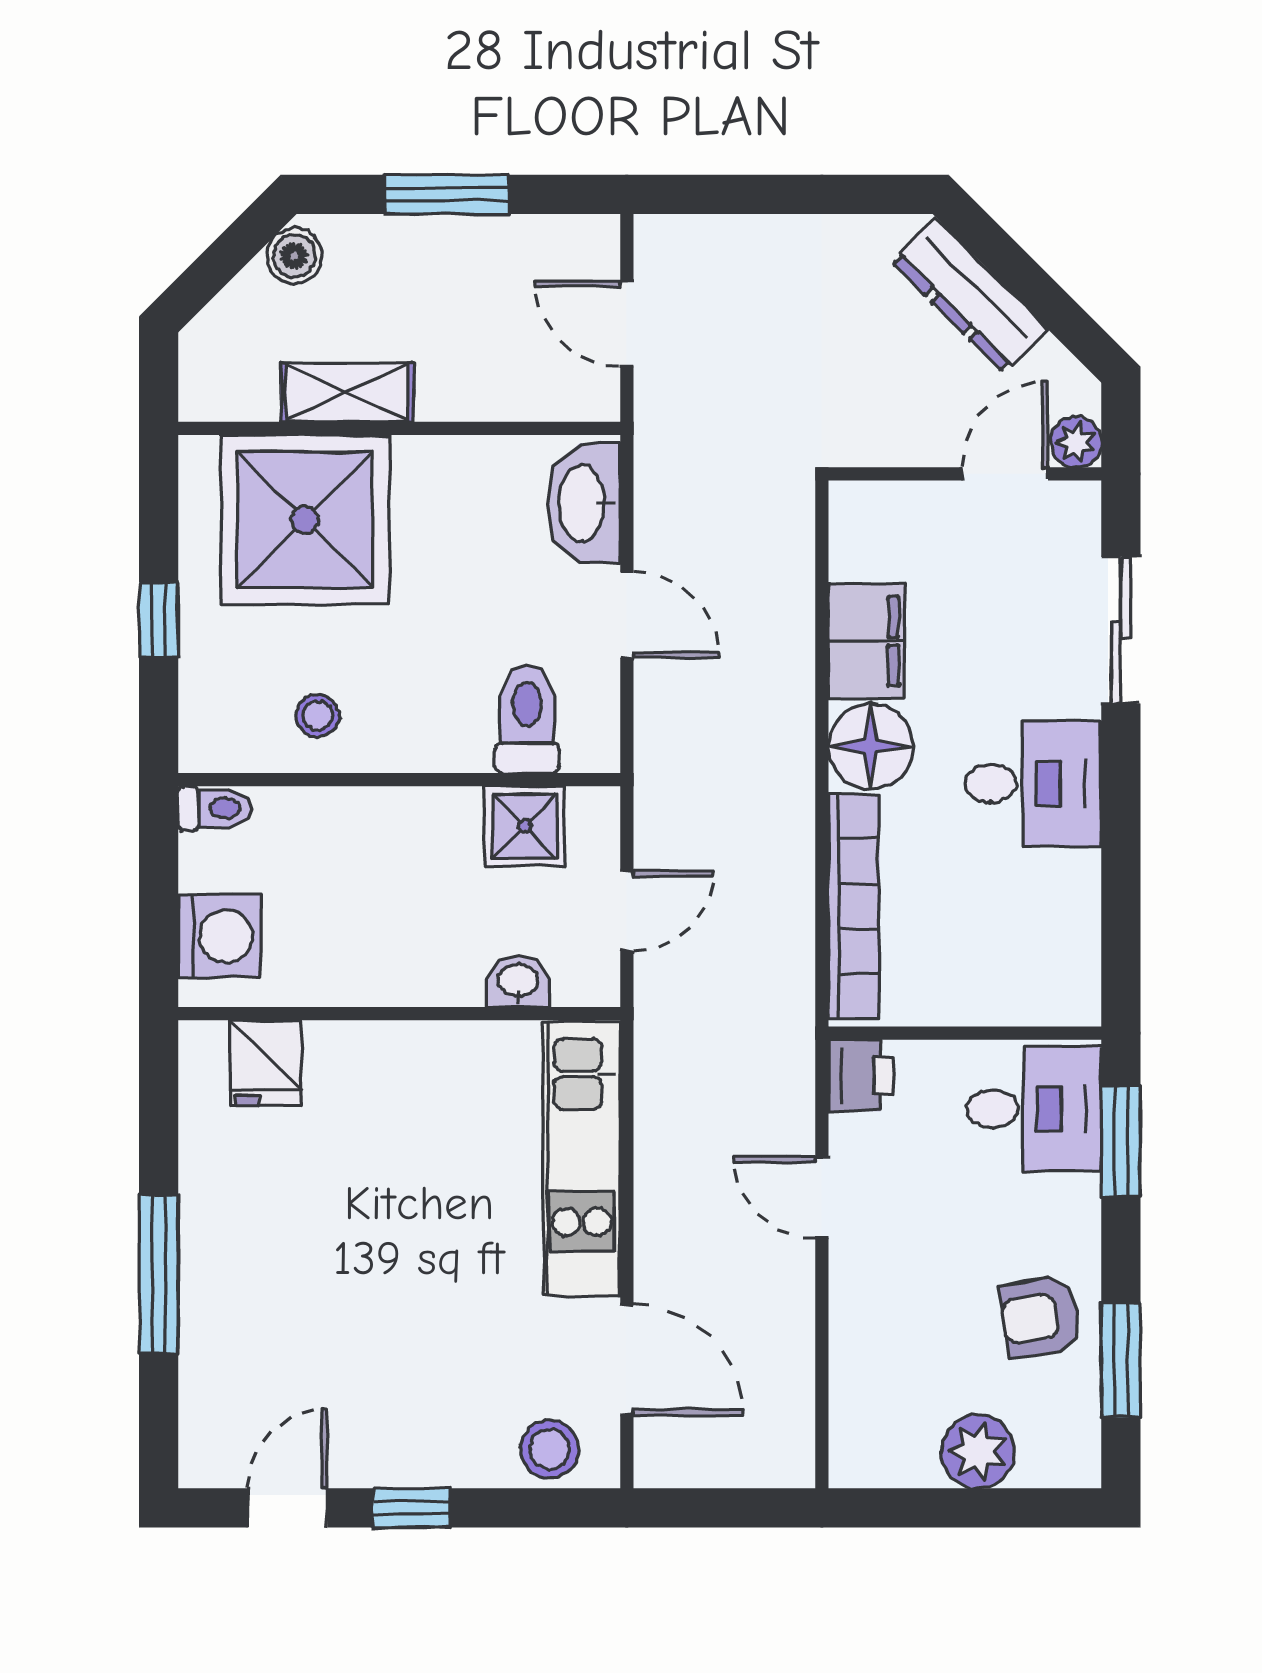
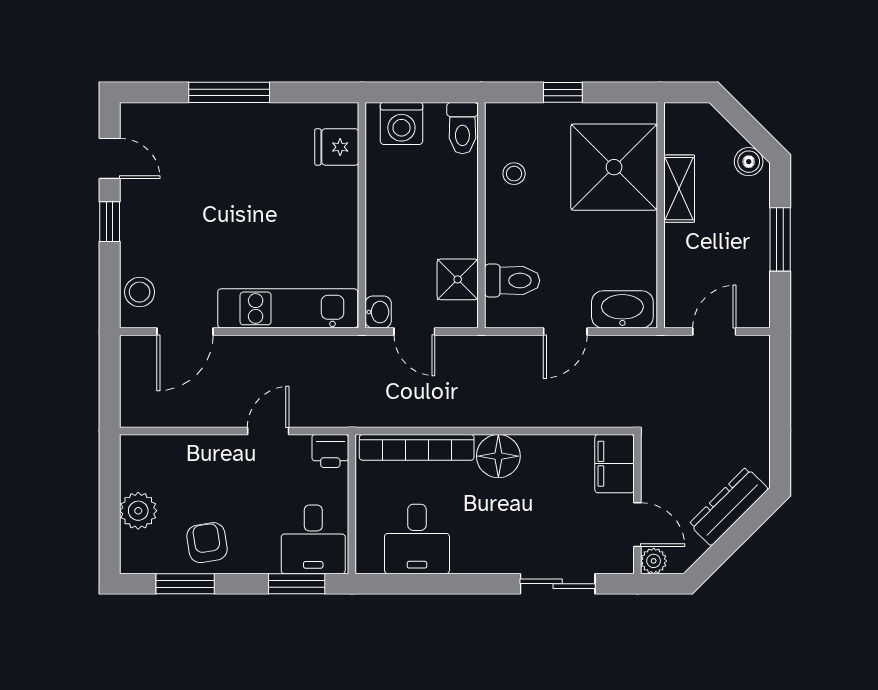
filing cabinet: (867, 641) -> (615, 464), moved, turned 90
desk: (1033, 783) -> (417, 539), moved
toilet: (214, 808) -> (462, 128), width x1.37, depth x1.39
washbasin: (518, 982) -> (378, 312), moved

